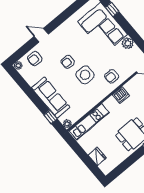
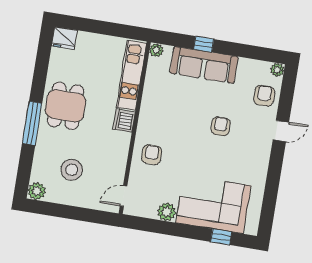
side table: (85, 75) -> (186, 128), removed
dishwasher: (121, 95) -> (124, 121), moved
window: (51, 117) -> (204, 44), moved
fridge: (97, 157) -> (64, 38), moved

